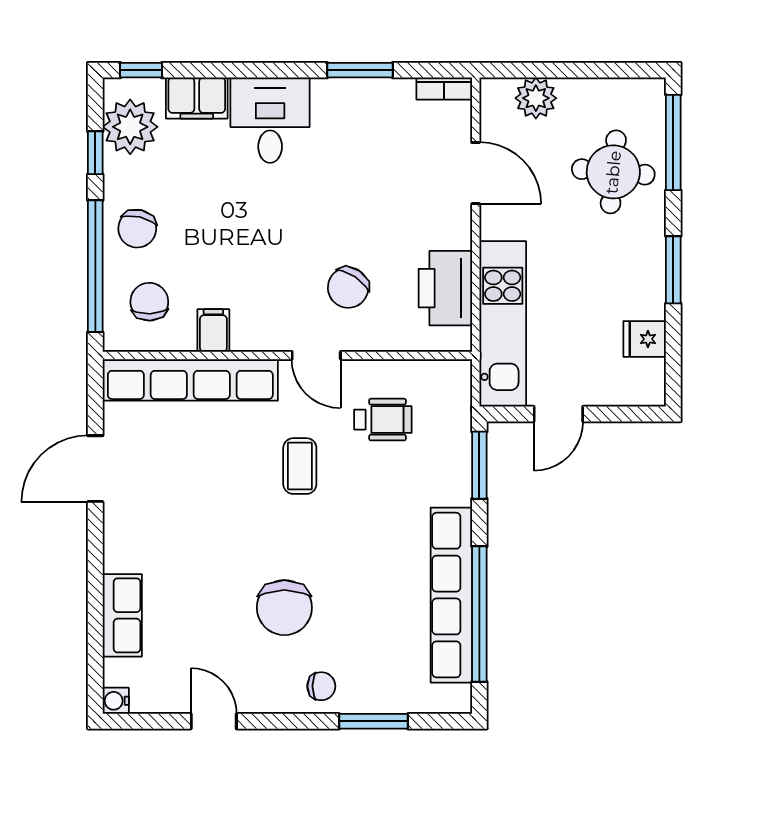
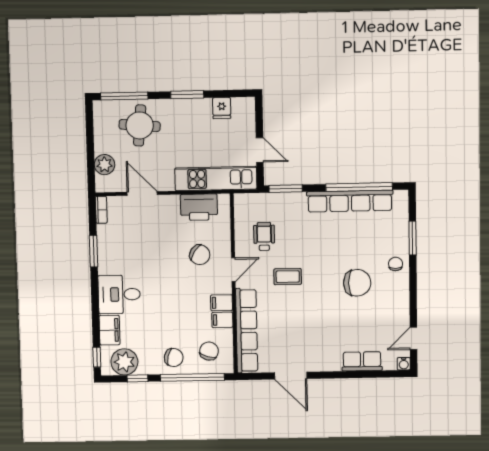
door: (476, 173) -> (142, 193), hinge flipped
chair: (149, 302) -> (209, 351), turned 108
filing cabinet: (249, 330) -> (222, 303), added
door: (214, 721) -> (413, 338), moved

